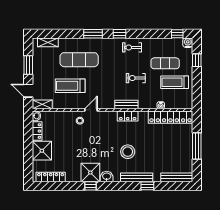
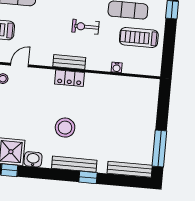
locker: (170, 117) -> (129, 85), removed
window: (197, 146) -> (159, 149), moved

